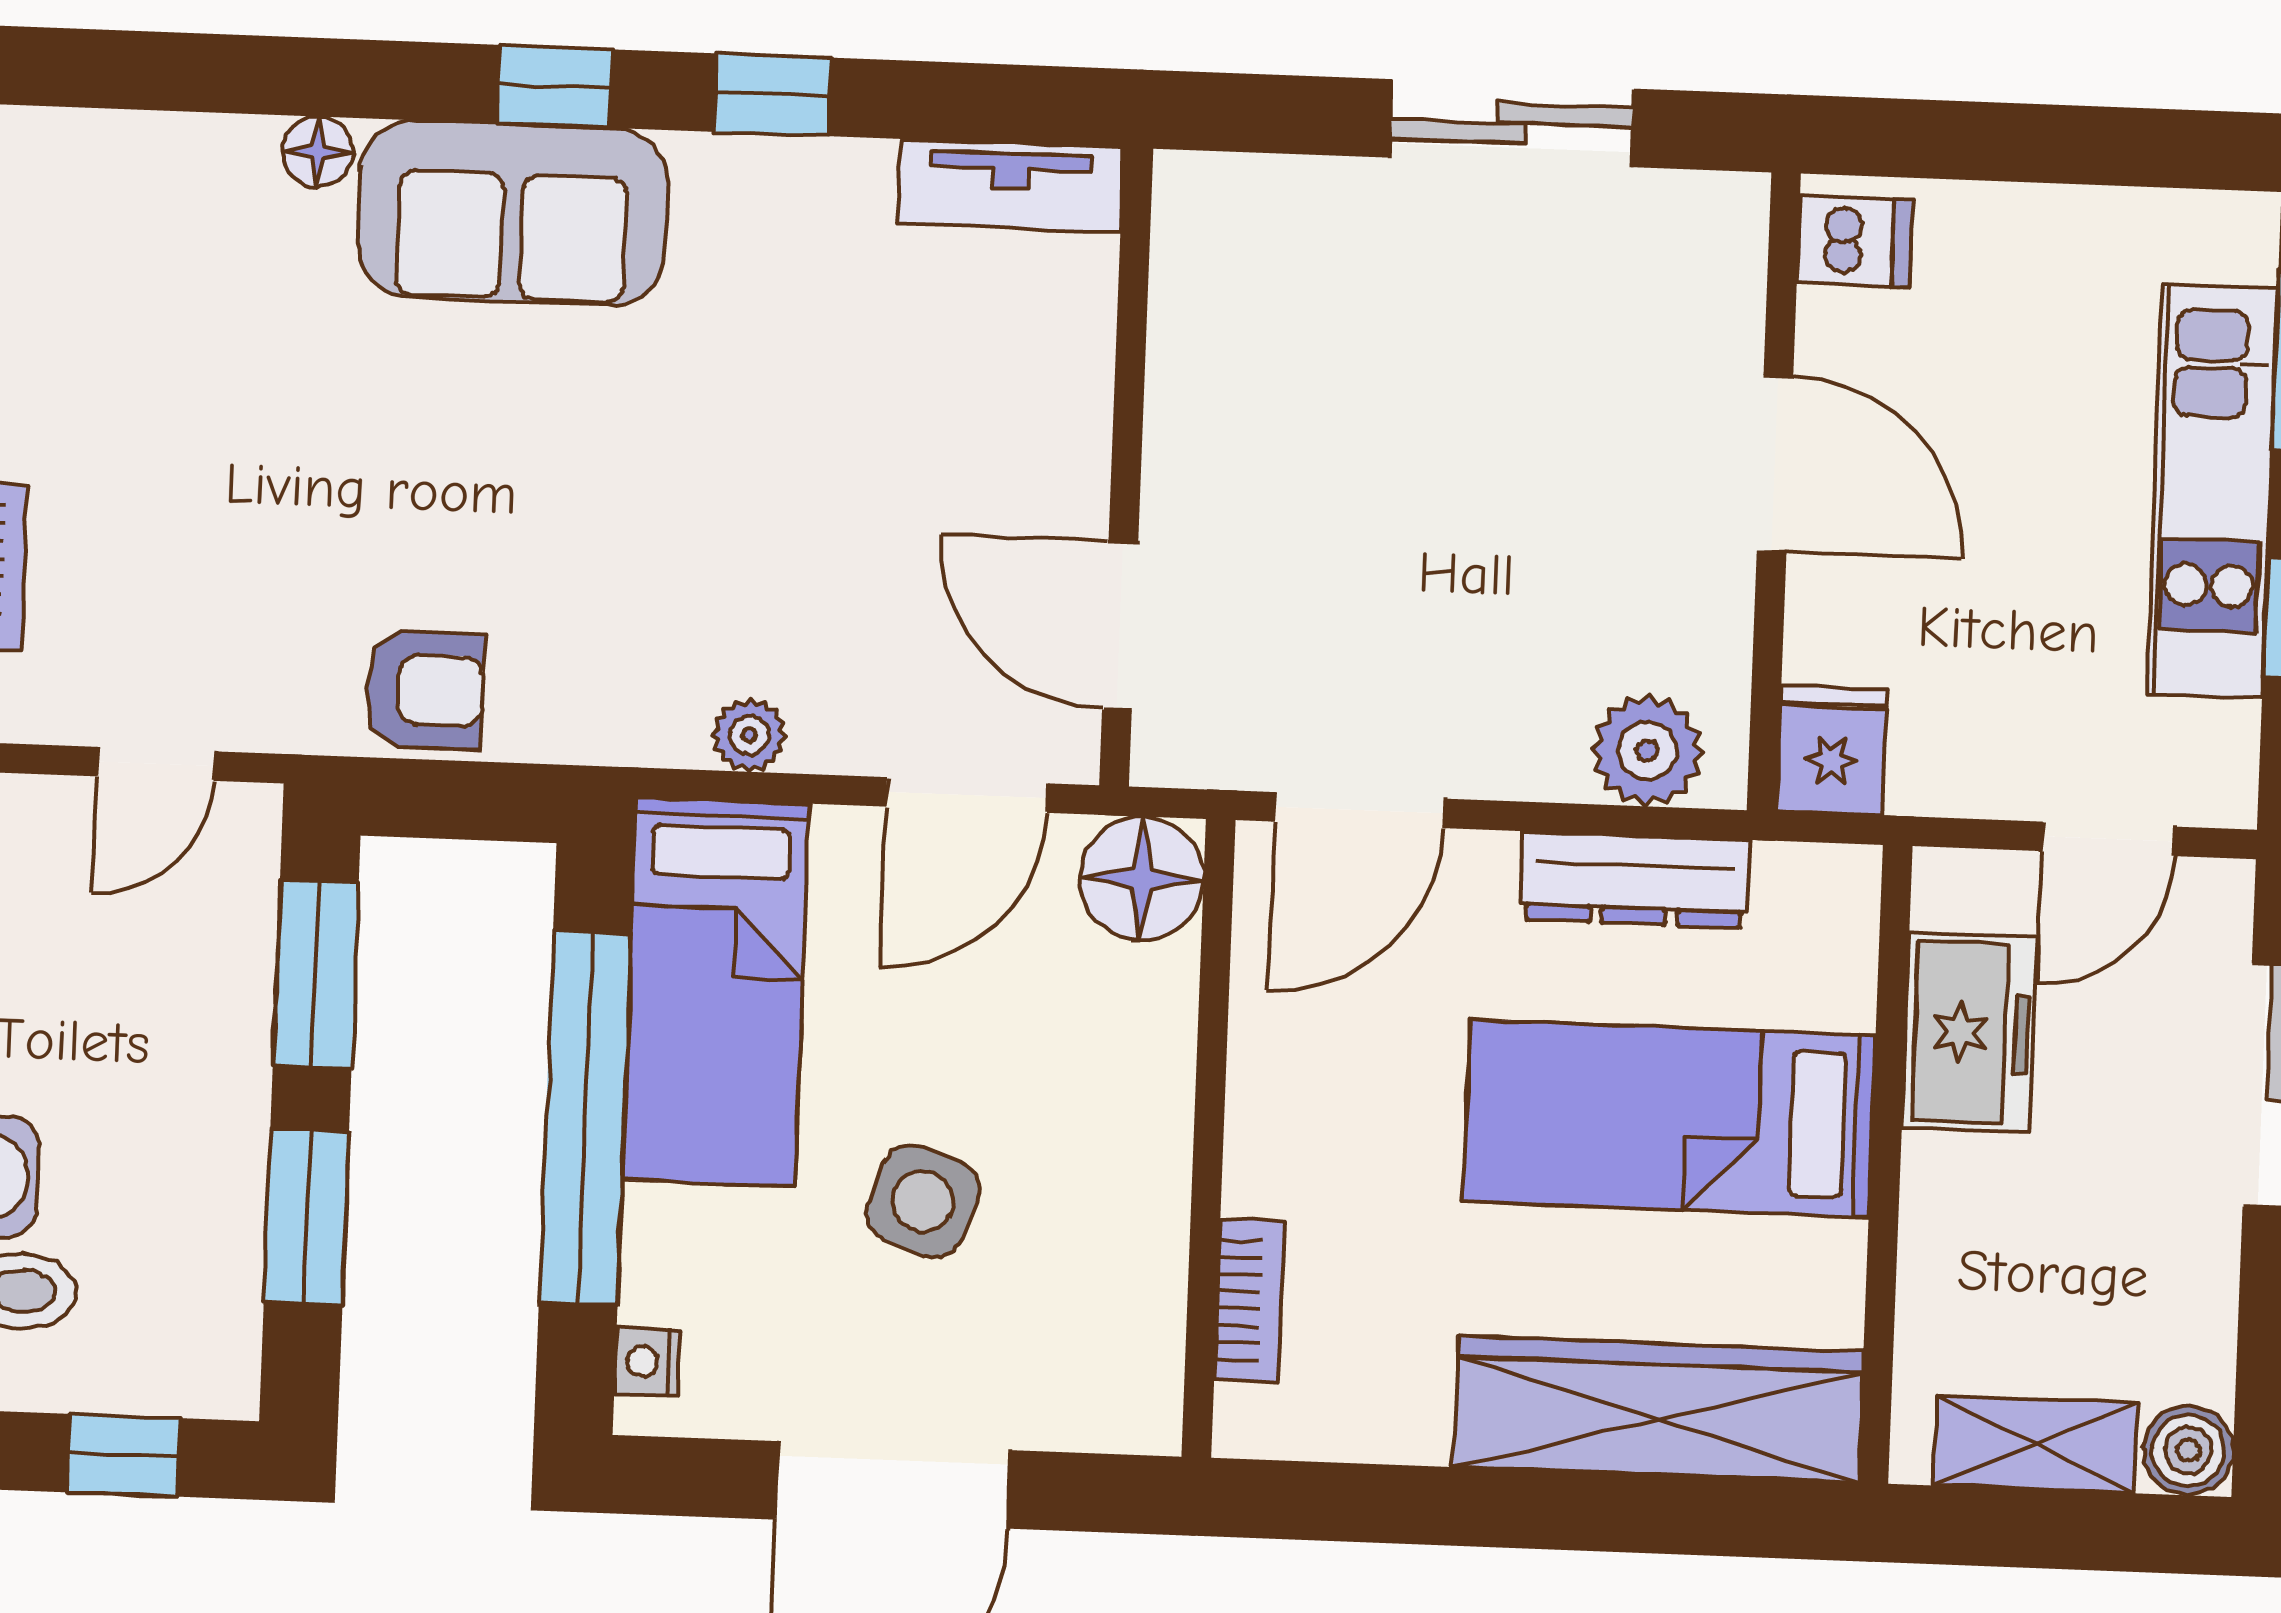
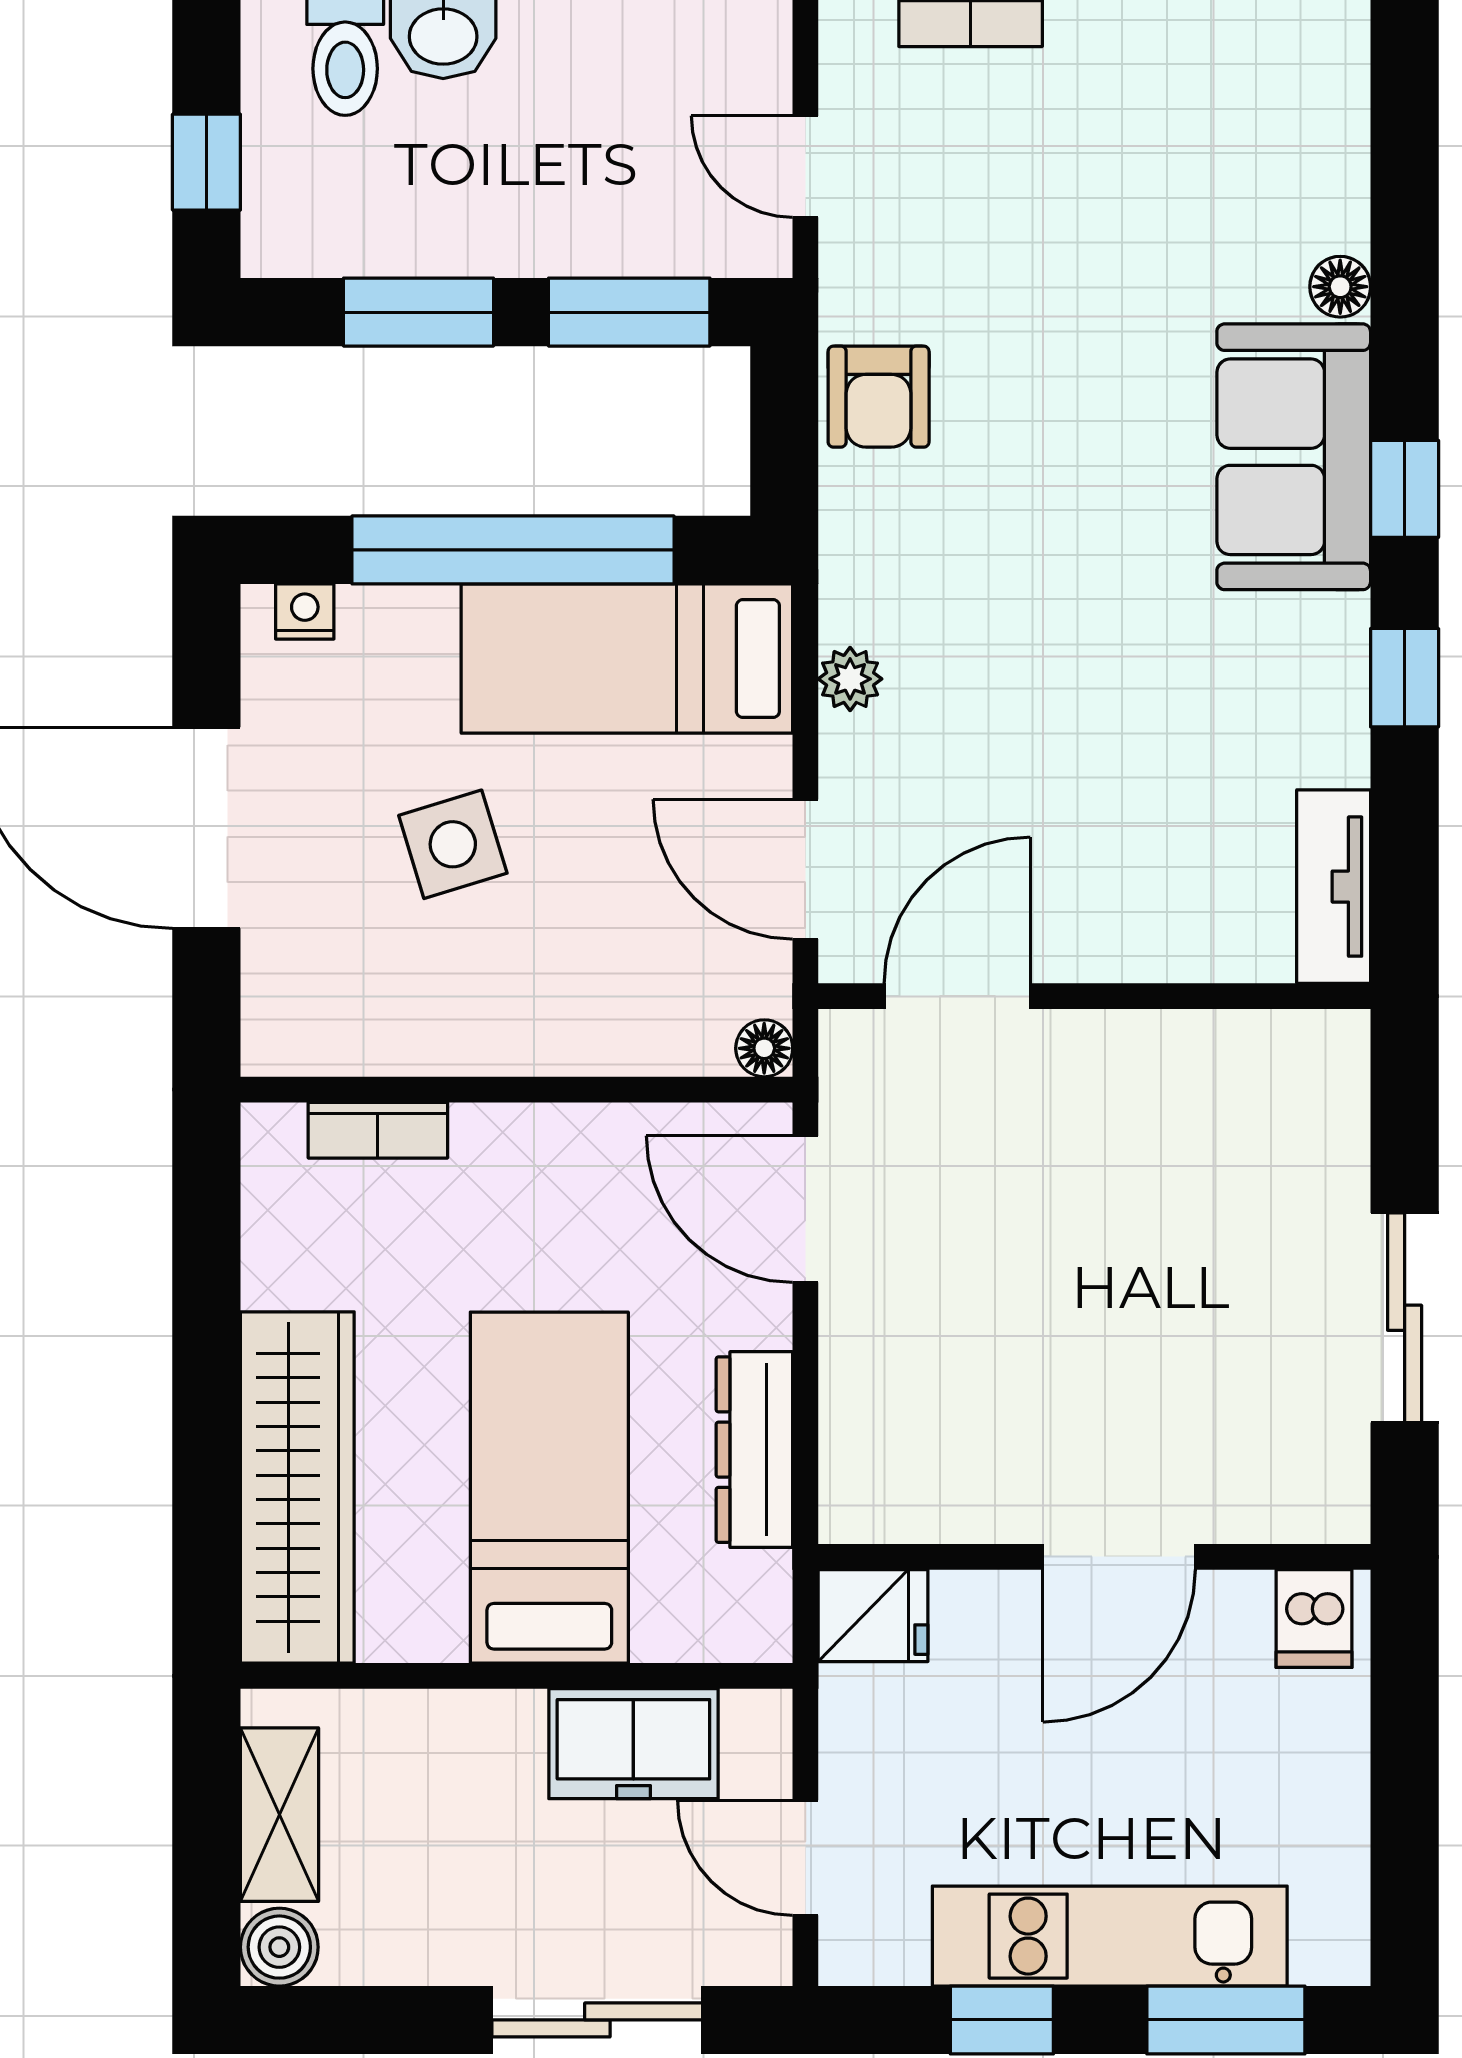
plant: (1648, 751) -> (866, 1456), removed
floor lamp: (1142, 879) -> (764, 1048), width x0.53, depth x0.53
side table: (923, 1201) -> (453, 844), turned -37

